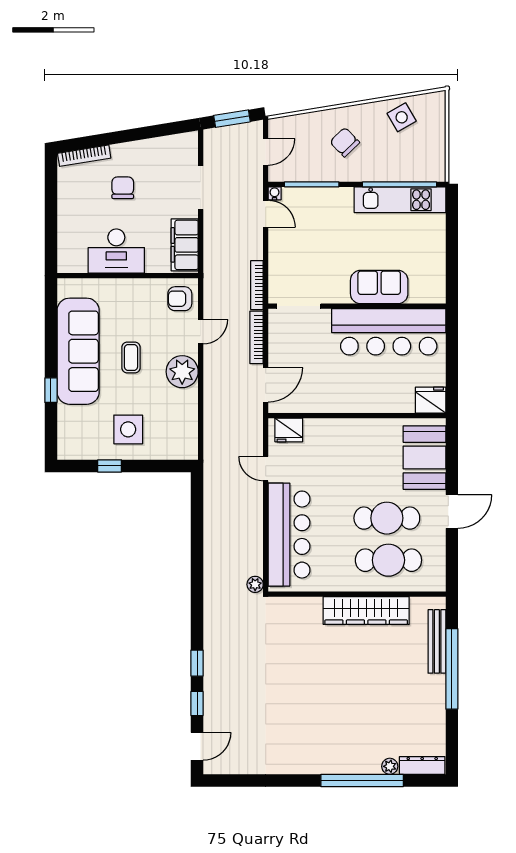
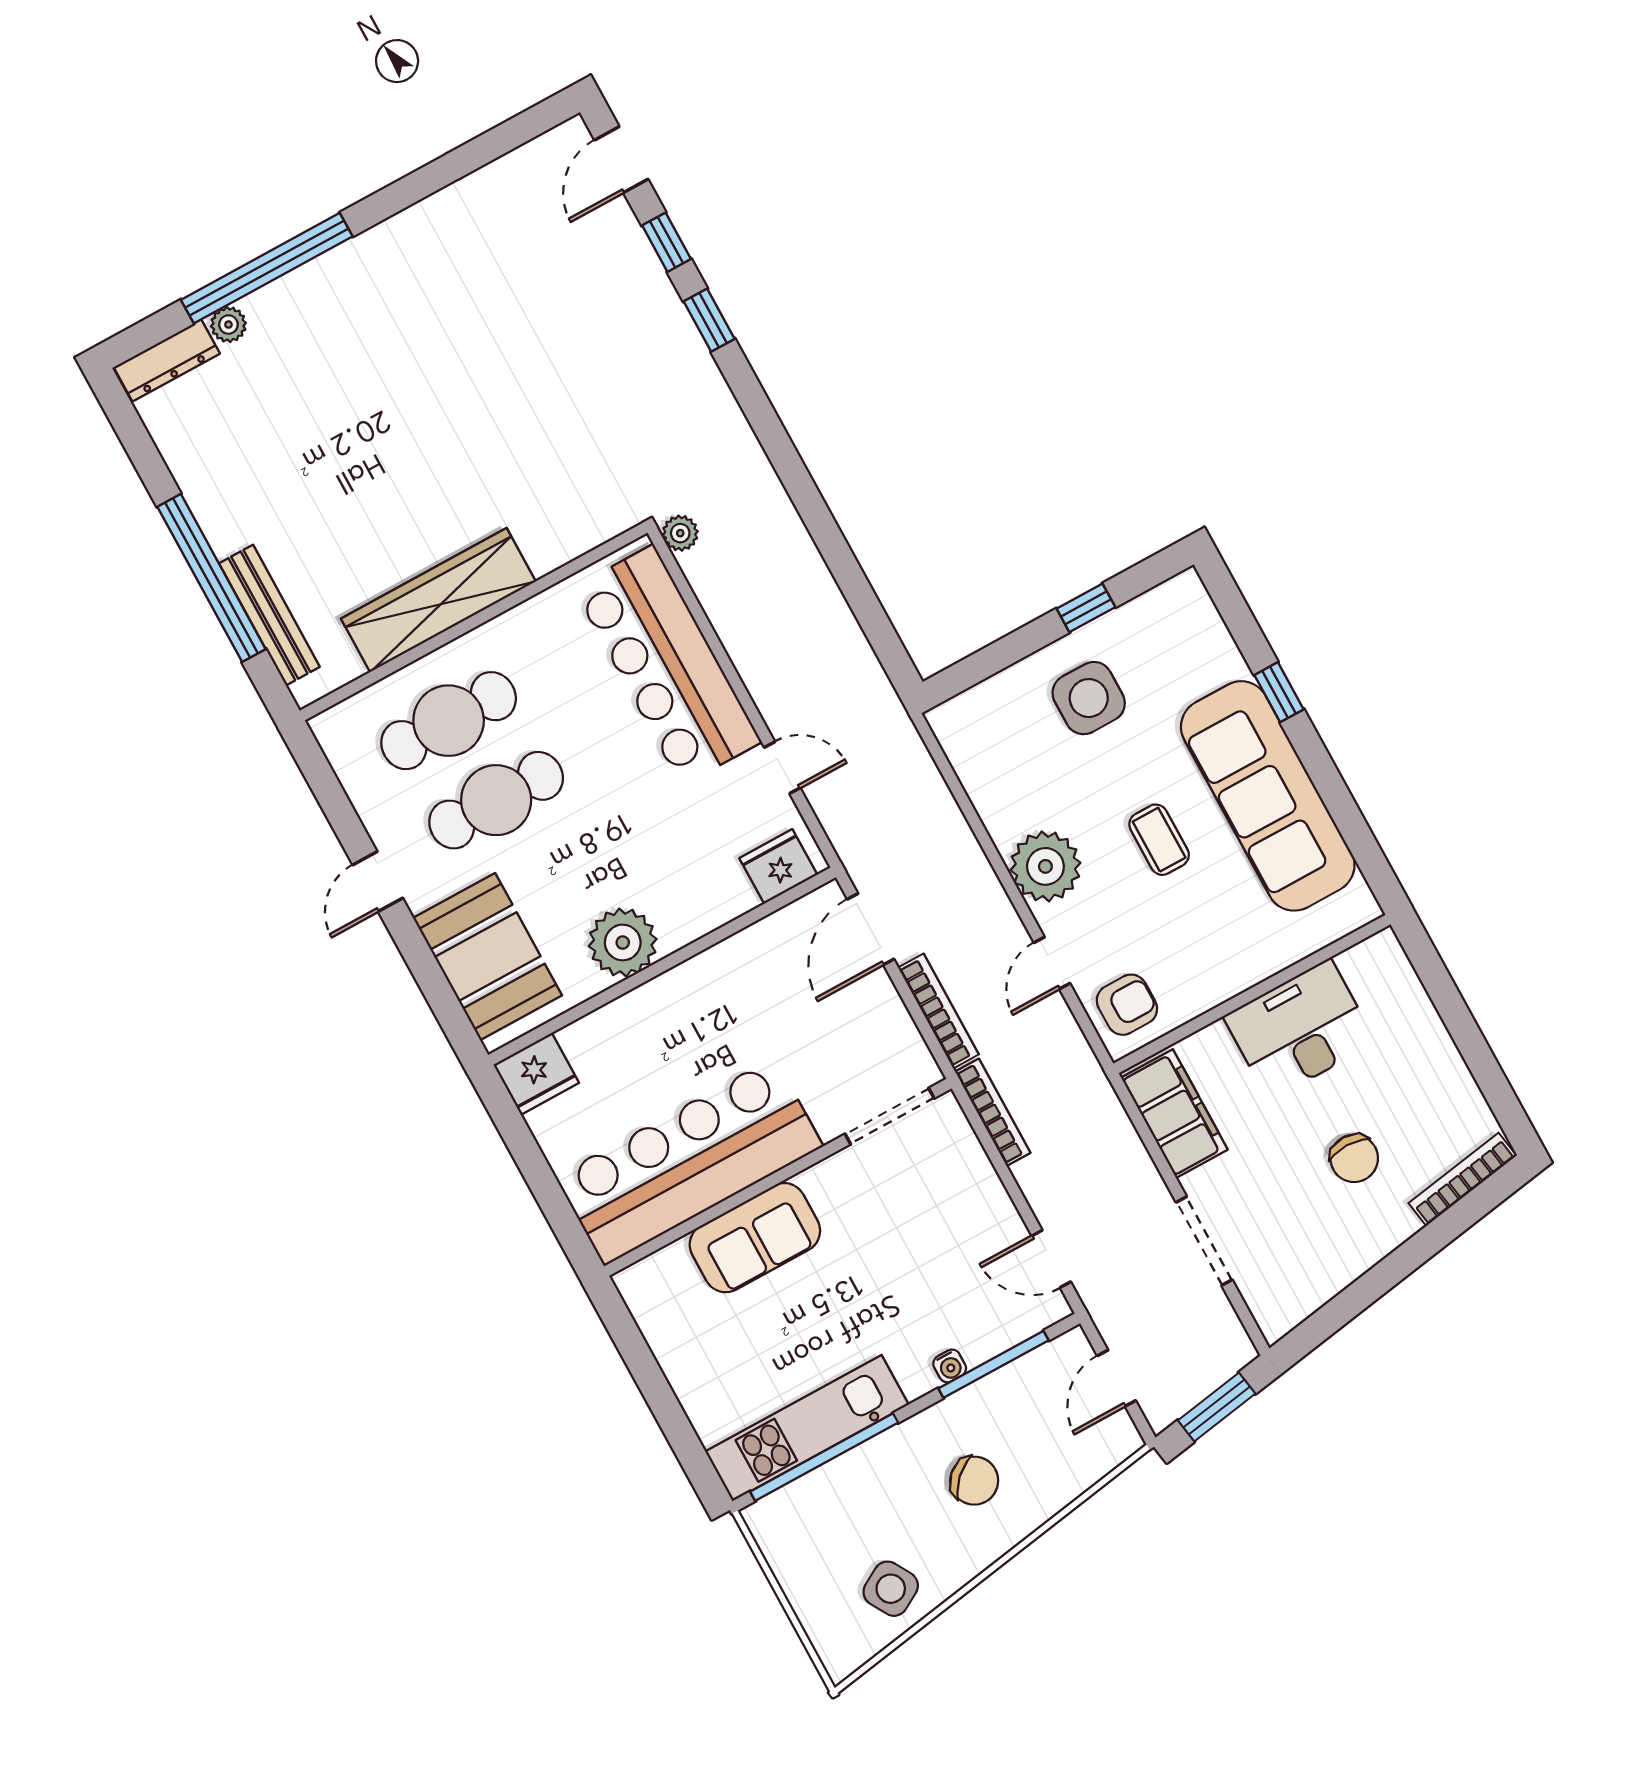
water cooler: (275, 193) -> (950, 1366), moved
plant: (367, 434) -> (623, 942), added
door: (452, 511) -> (378, 882), width x0.73

